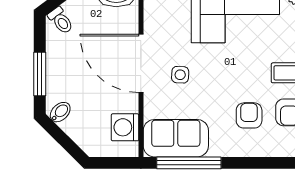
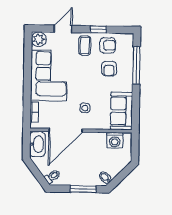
door: (141, 63) -> (66, 130), moved
armchair: (249, 115) -> (109, 69), turned -90
window: (189, 163) -> (136, 65), moved

